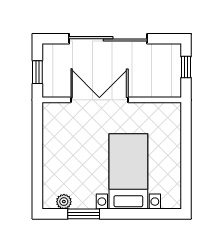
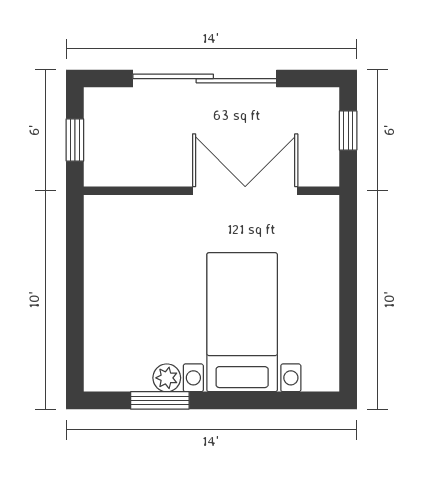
double door: (99, 100) -> (245, 191), moved
plant: (64, 202) -> (167, 378), moved

